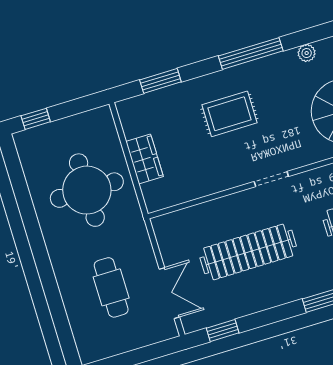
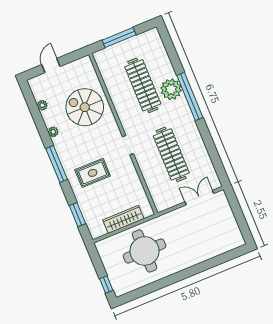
rug: (230, 114) -> (93, 173), turned 90
wardrobe: (145, 159) -> (123, 219), width x1.50
cafe table: (111, 287) -> (199, 232), removed
window: (223, 330) -> (218, 165), removed

